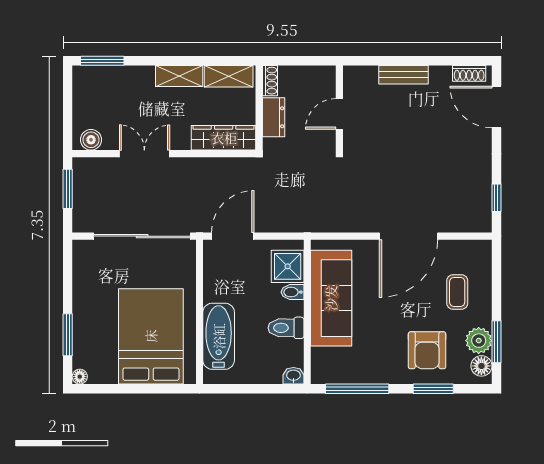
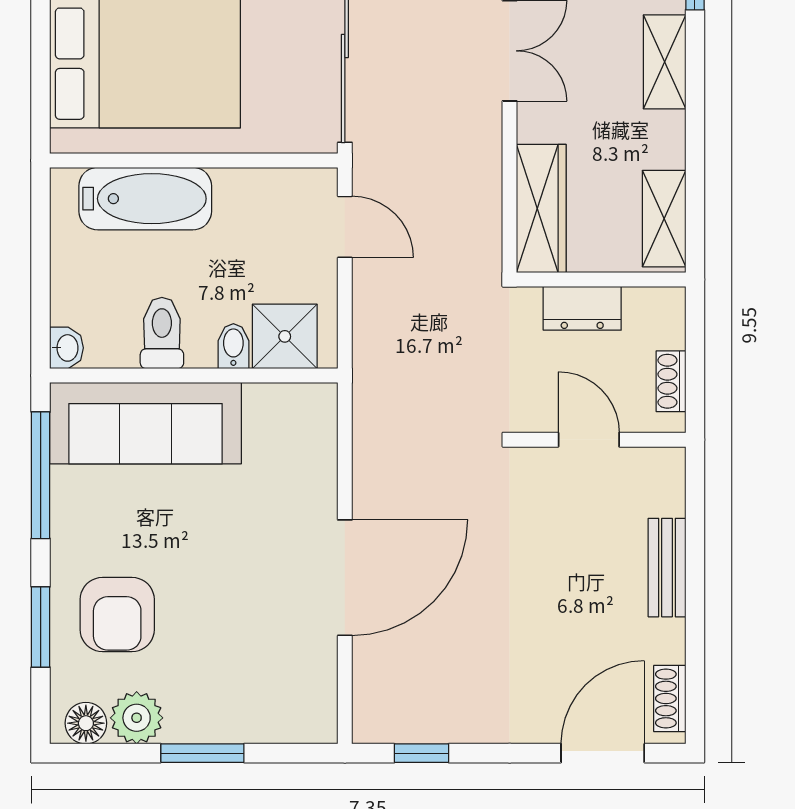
shelving: (179, 76) -> (665, 62), moved
shoe rack: (270, 81) -> (671, 381), moved, turned 90
door: (233, 236) -> (345, 227), width x0.73
door: (409, 236) -> (345, 578), swing flipped
coffee table: (457, 292) -> (233, 675), removed
sofa: (331, 298) -> (146, 423), moved
window: (496, 342) -> (202, 753), moved
armchair: (427, 350) -> (117, 615), turned -90

